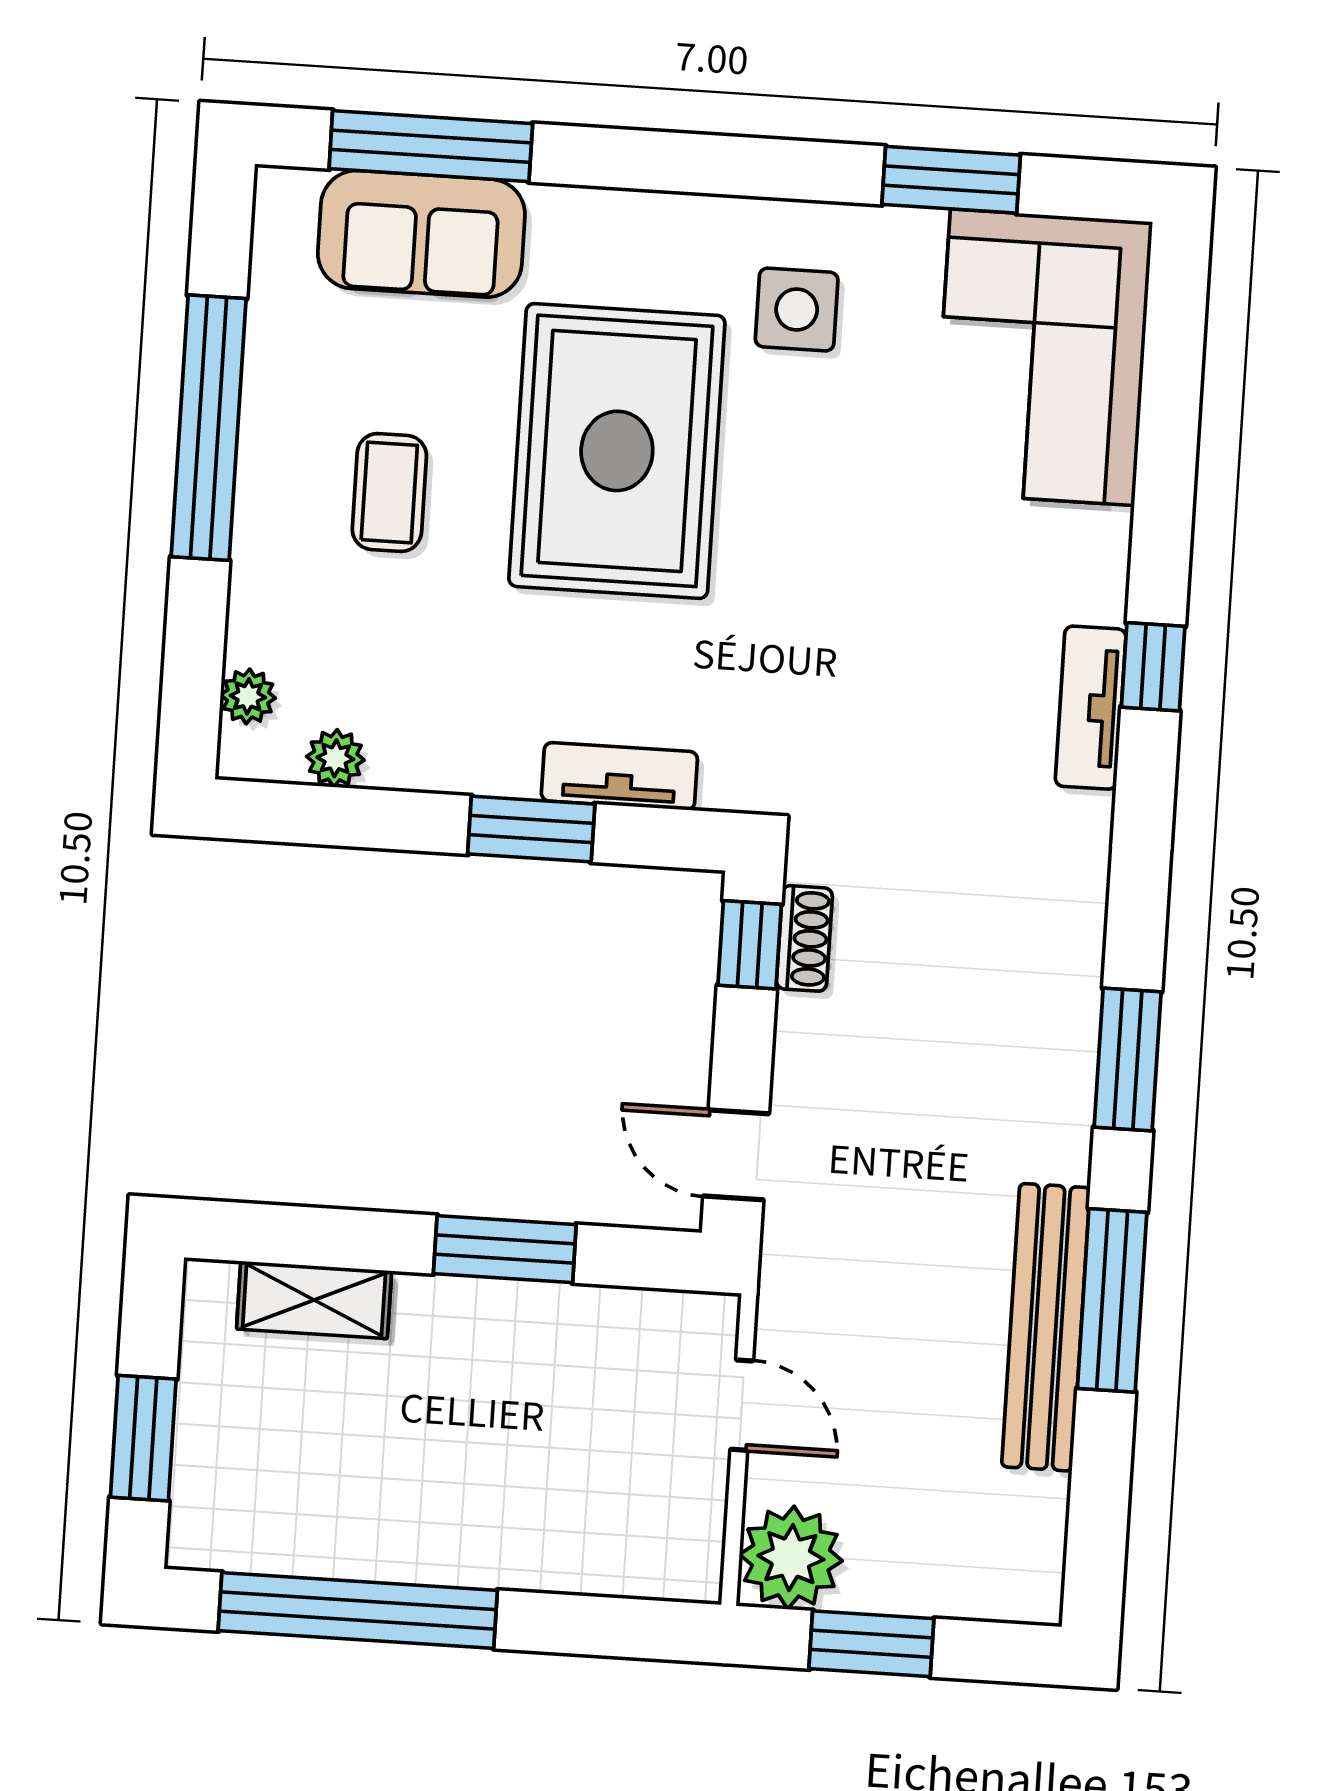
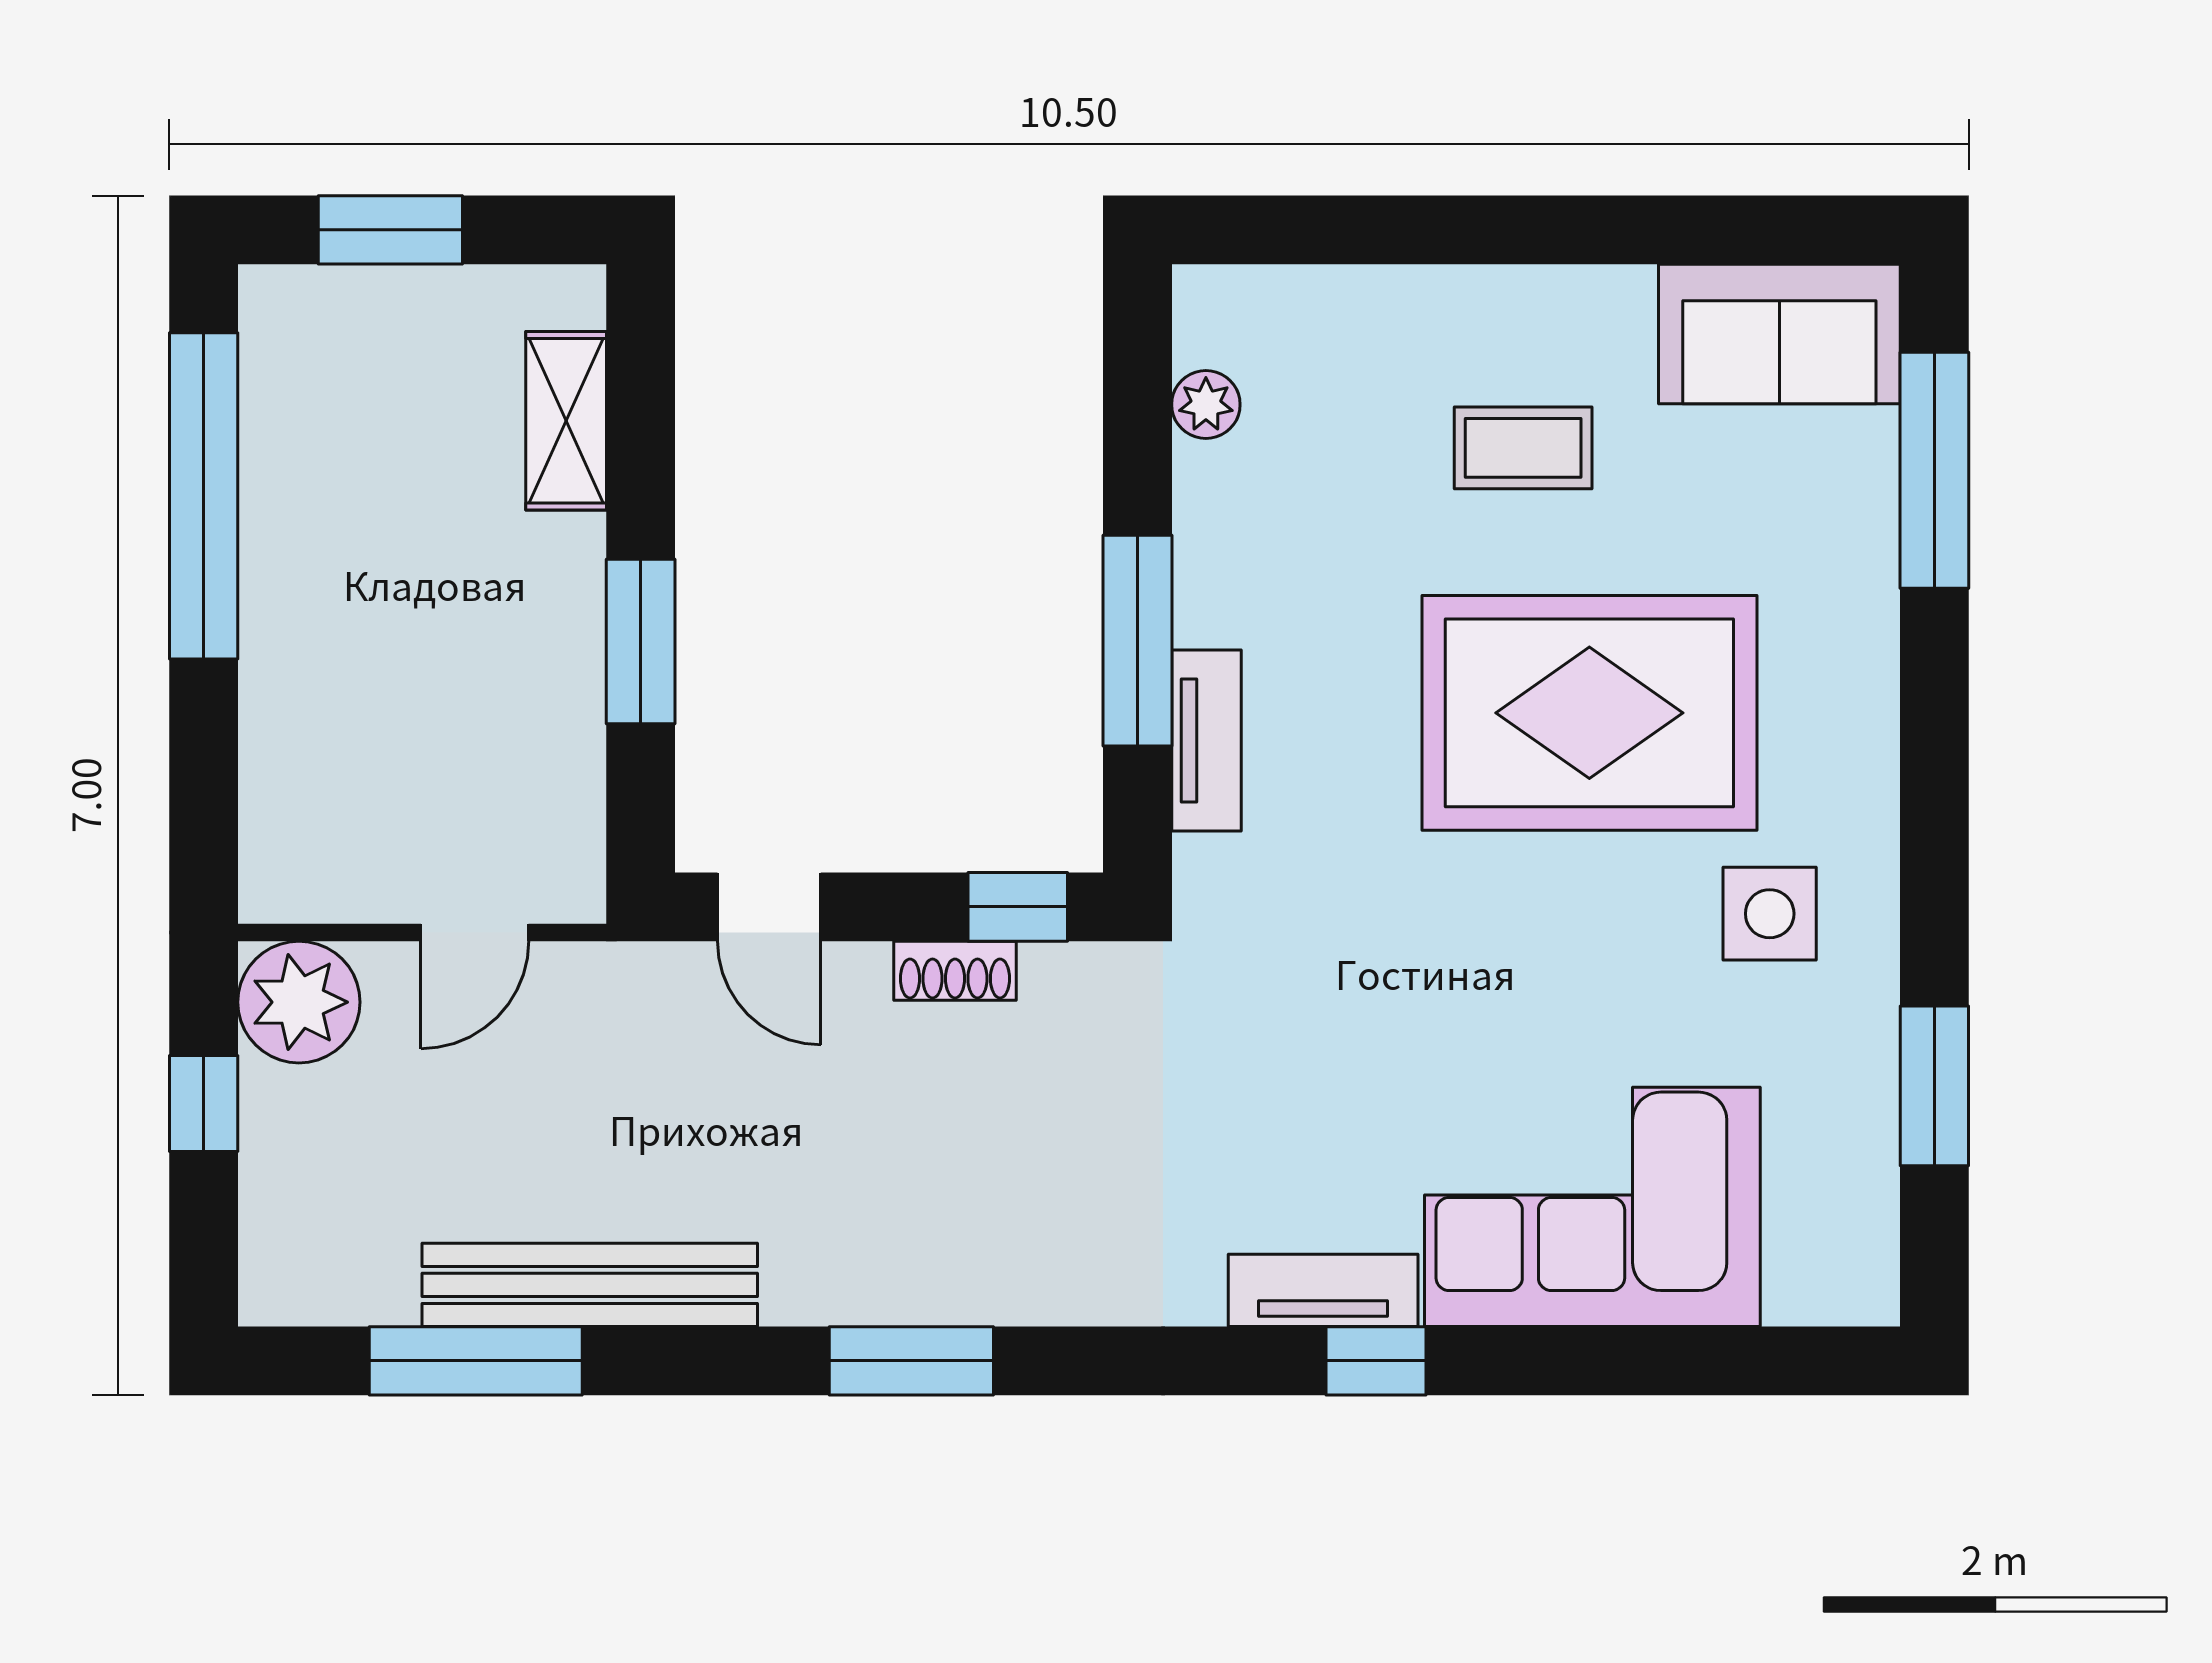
sofa: (421, 234) -> (1779, 334), moved, turned -90
corner sofa: (1042, 357) -> (1592, 1207), moved
window: (209, 428) -> (1586, 230), removed
plant: (248, 696) -> (1272, 297), removed
window: (531, 829) -> (1137, 641), width x1.44
shoe rack: (804, 938) -> (955, 971), moved
door: (736, 1155) -> (769, 907), swing flipped
window: (1112, 1300) -> (476, 1361), moved
window: (871, 1644) -> (204, 1104), width x0.67

